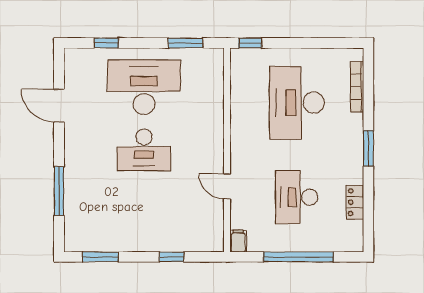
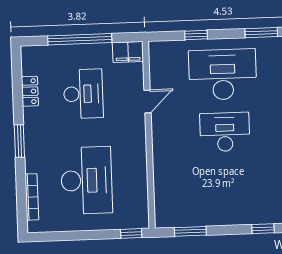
desk: (144, 87) -> (223, 74), moved, turned 180
door: (227, 186) -> (148, 101), hinge flipped
filing cabinet: (238, 241) -> (128, 52), width x2.00

